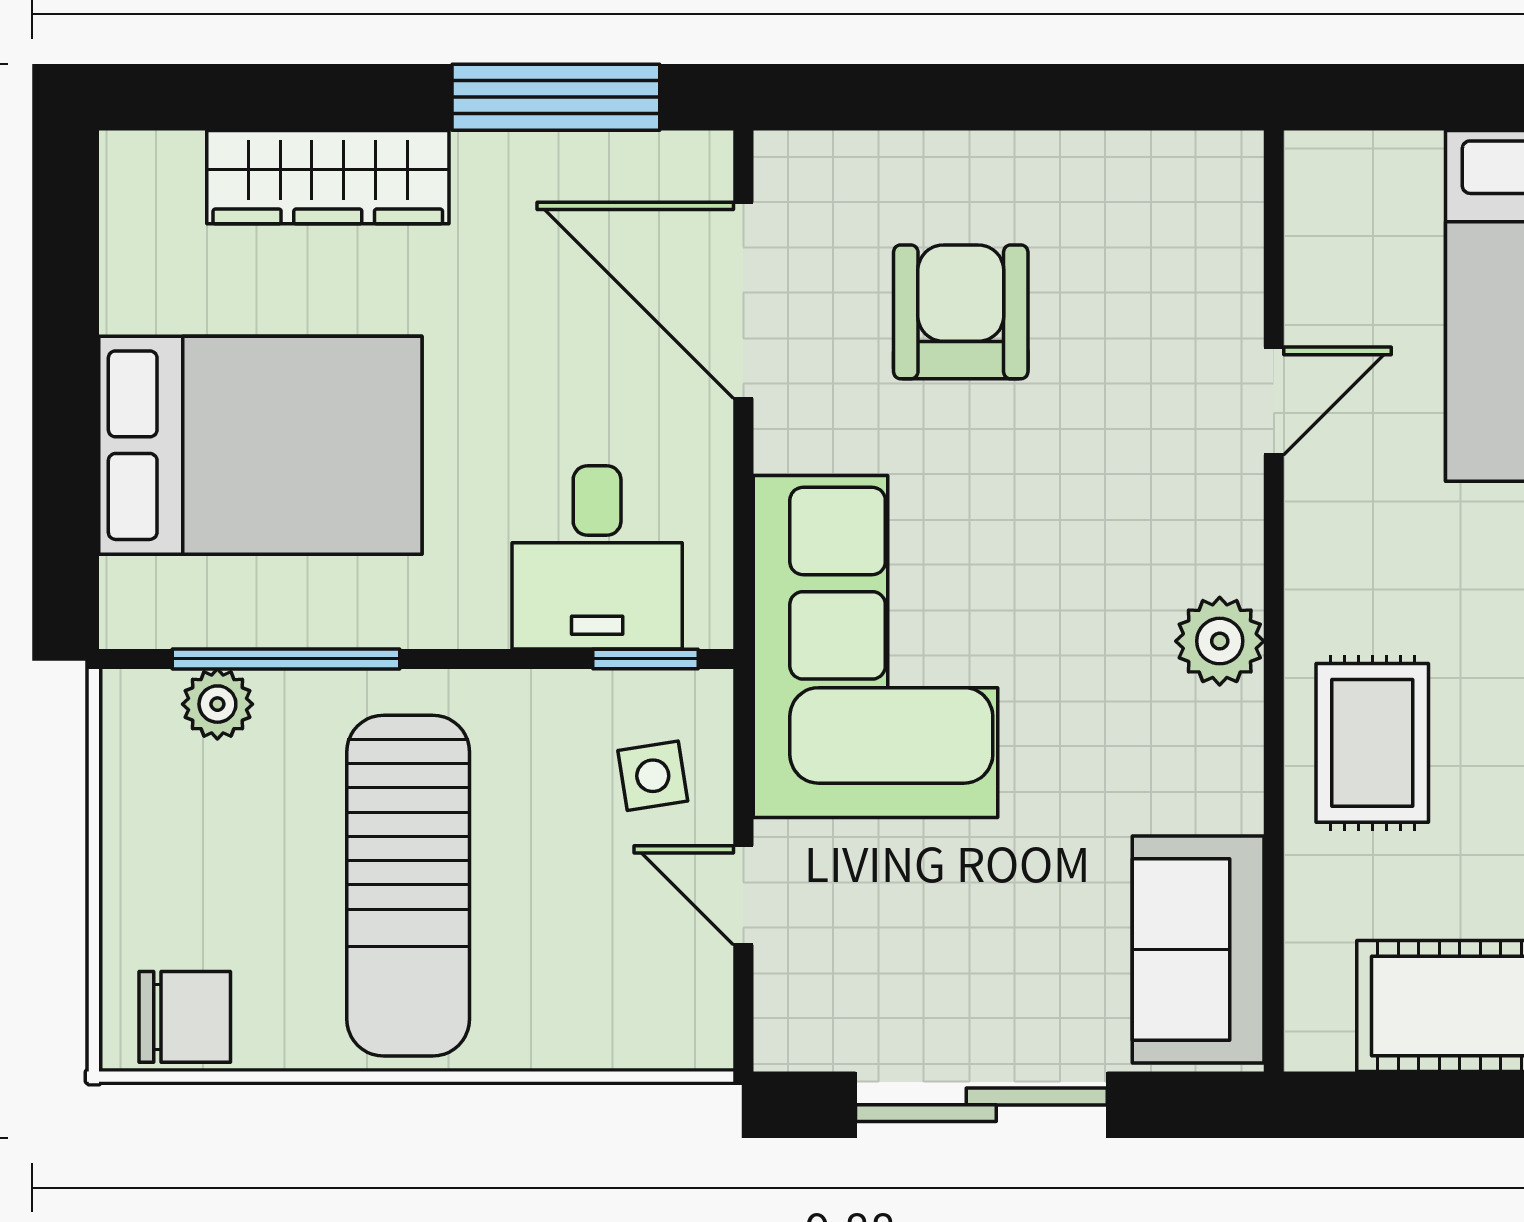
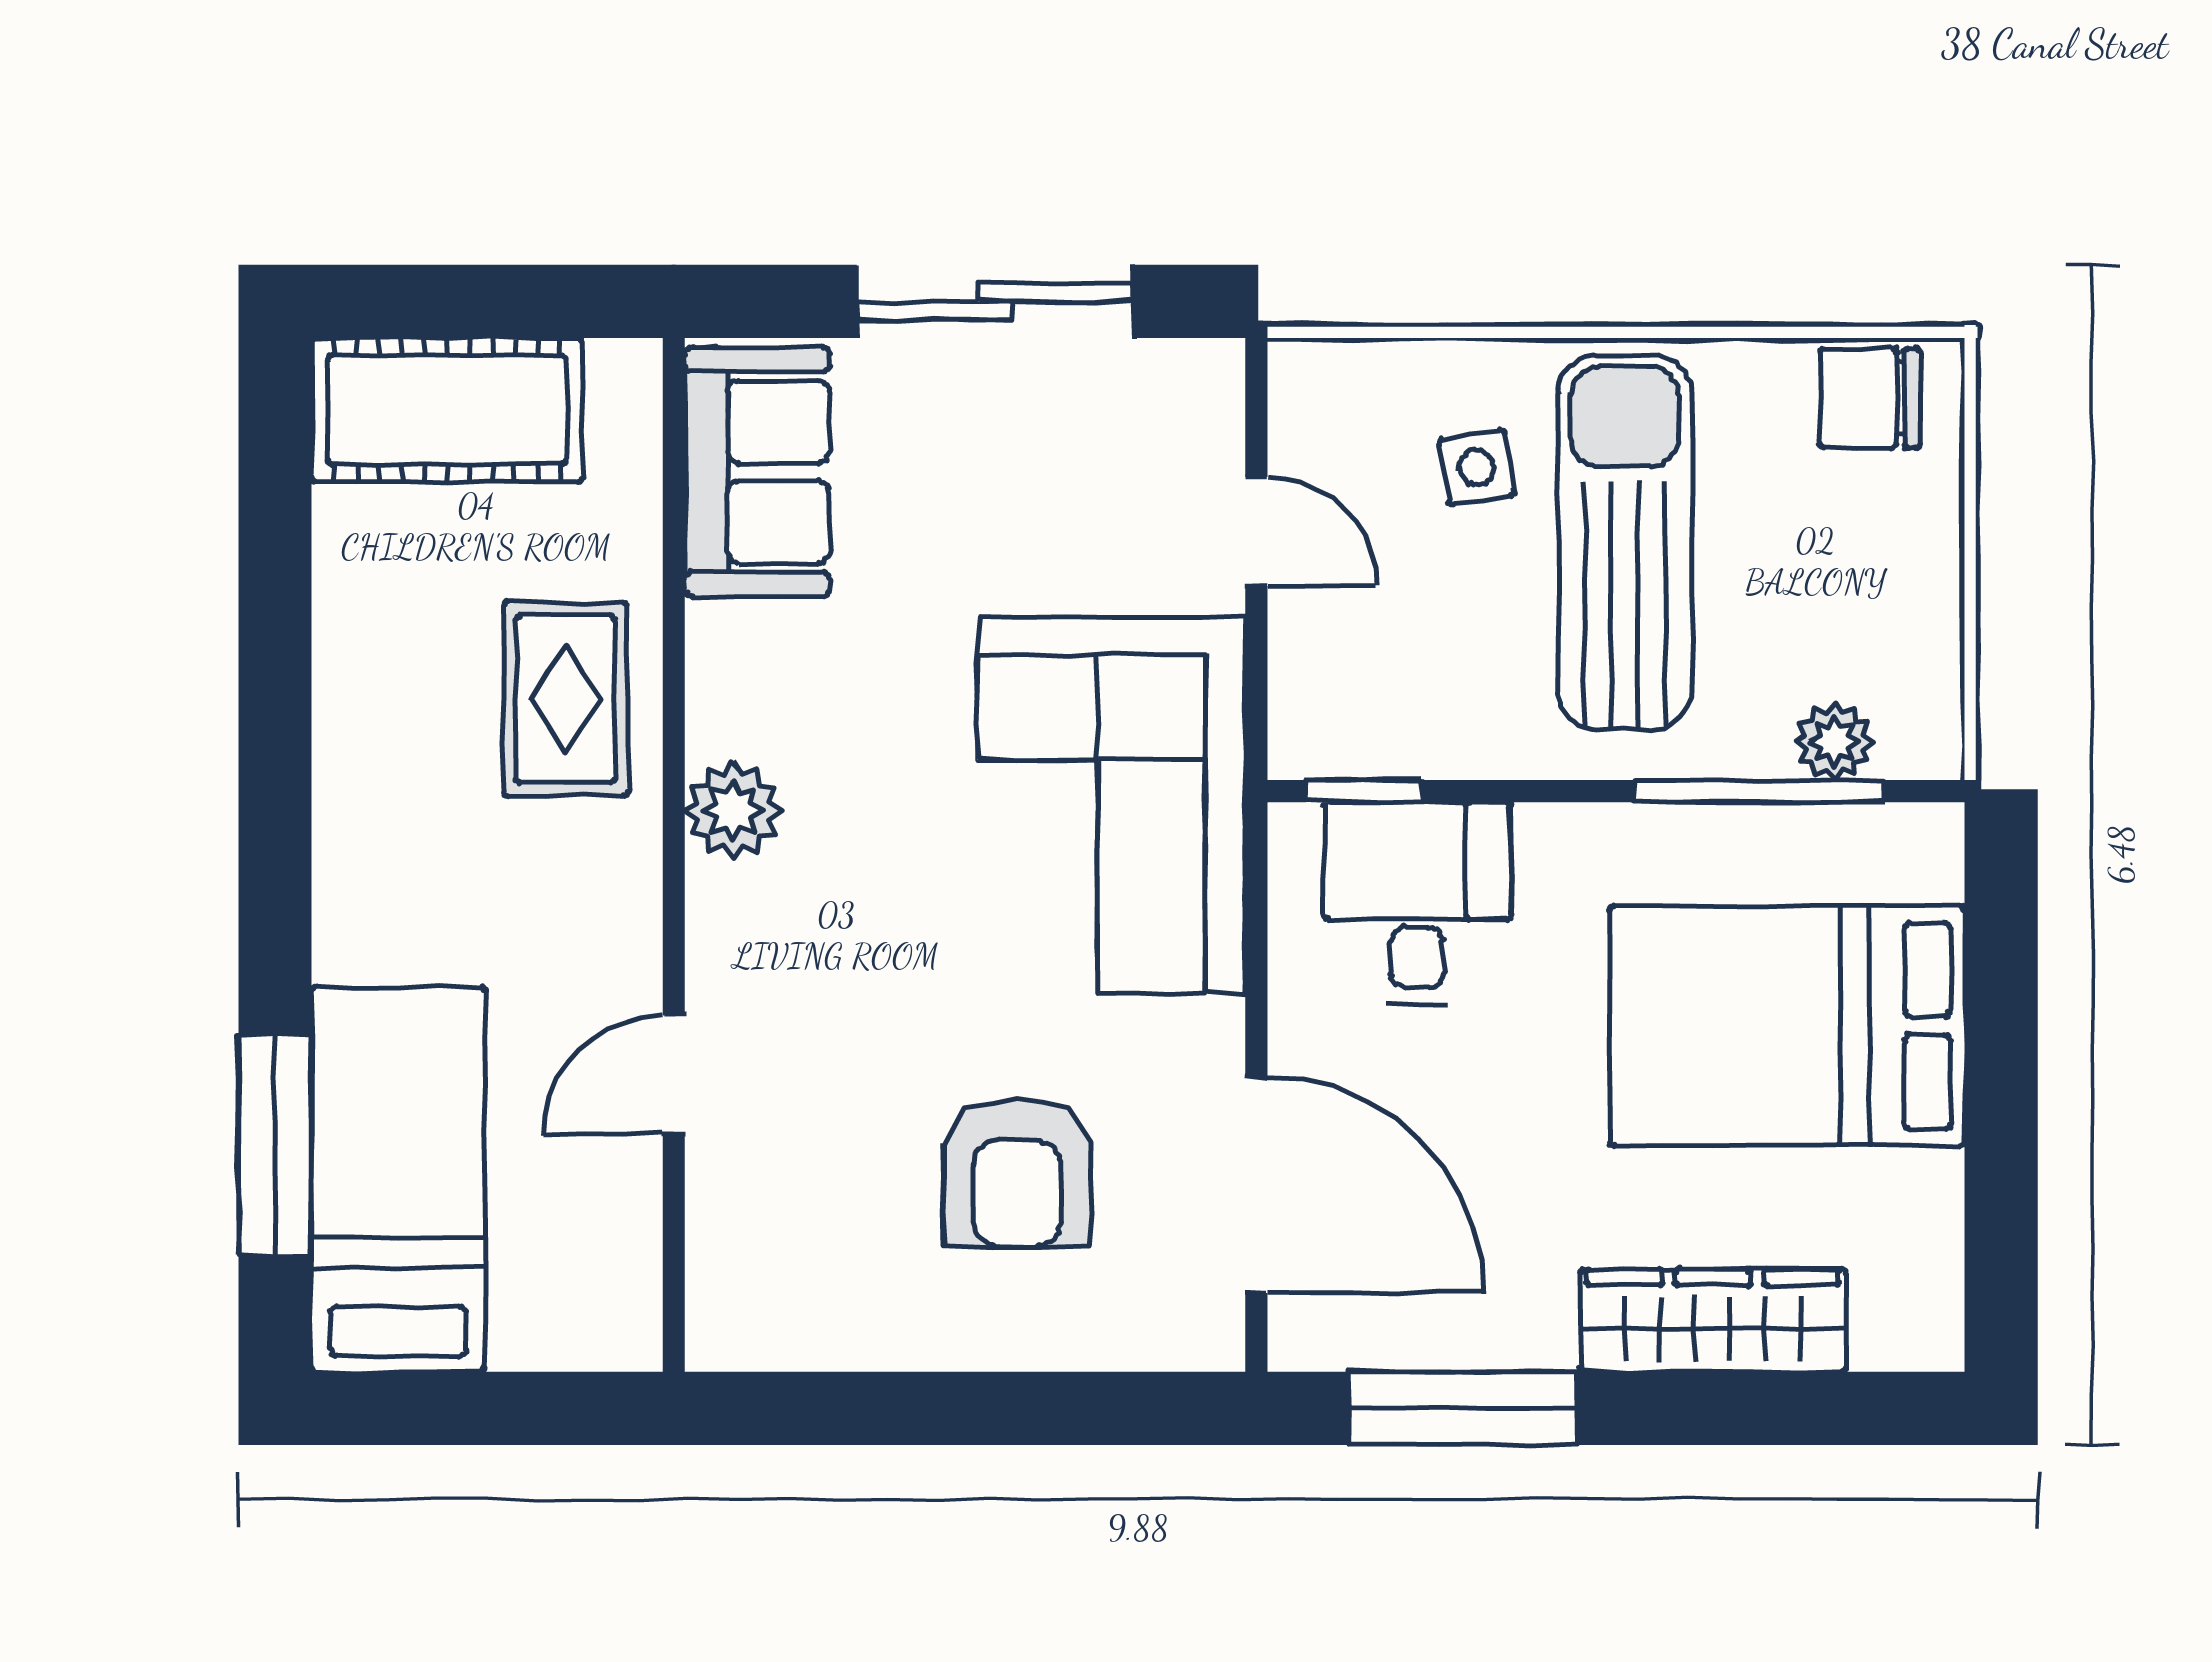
side table: (653, 776) -> (1477, 467), moved

